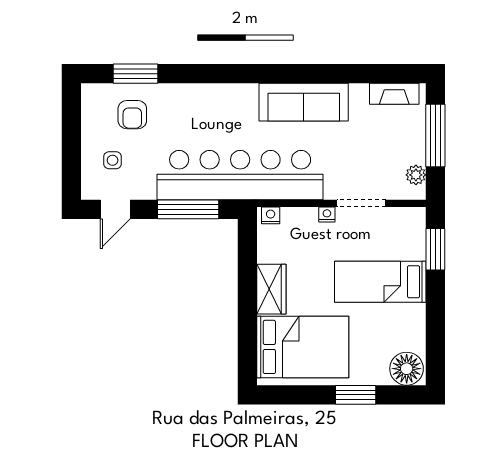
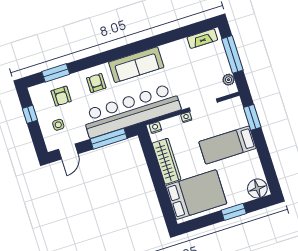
sofa: (304, 102) -> (136, 65), moved
armchair: (197, 111) -> (96, 83), added
window: (71, 128) -> (30, 114), added
wardrobe: (271, 289) -> (167, 161), width x1.50

